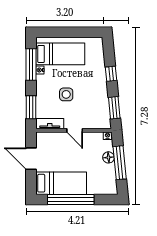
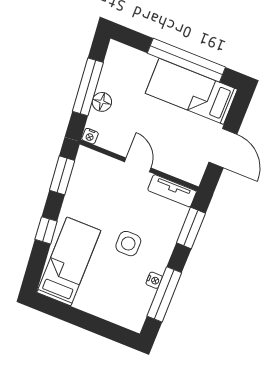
bed: (60, 54) -> (69, 261), moved, turned 90
side table: (66, 94) -> (128, 244), moved

